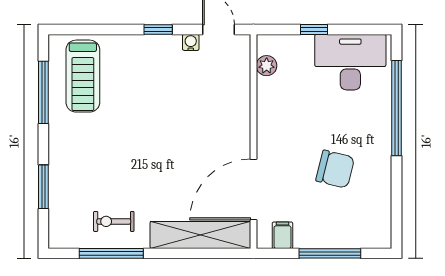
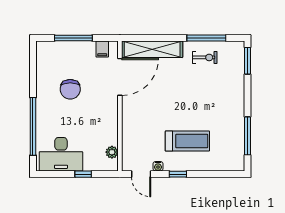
treadmill: (83, 76) -> (187, 141), moved, turned 90
chair: (335, 169) -> (70, 89), turned -104
window: (43, 187) -> (248, 61), moved

